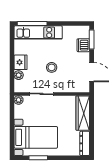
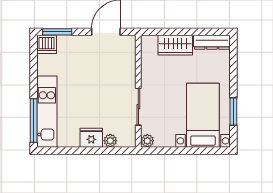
dishwasher: (83, 45) -> (47, 44), moved
stool: (52, 67) -> (99, 92), removed
wardrobe: (83, 113) -> (175, 45), width x0.67

